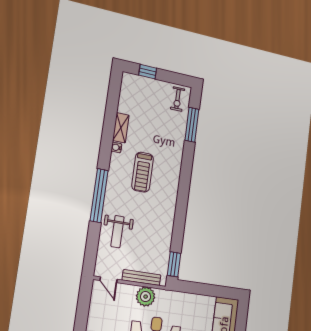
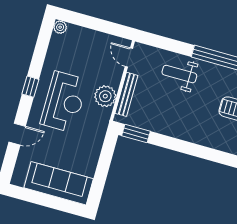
door: (109, 280) -> (129, 57), hinge flipped

